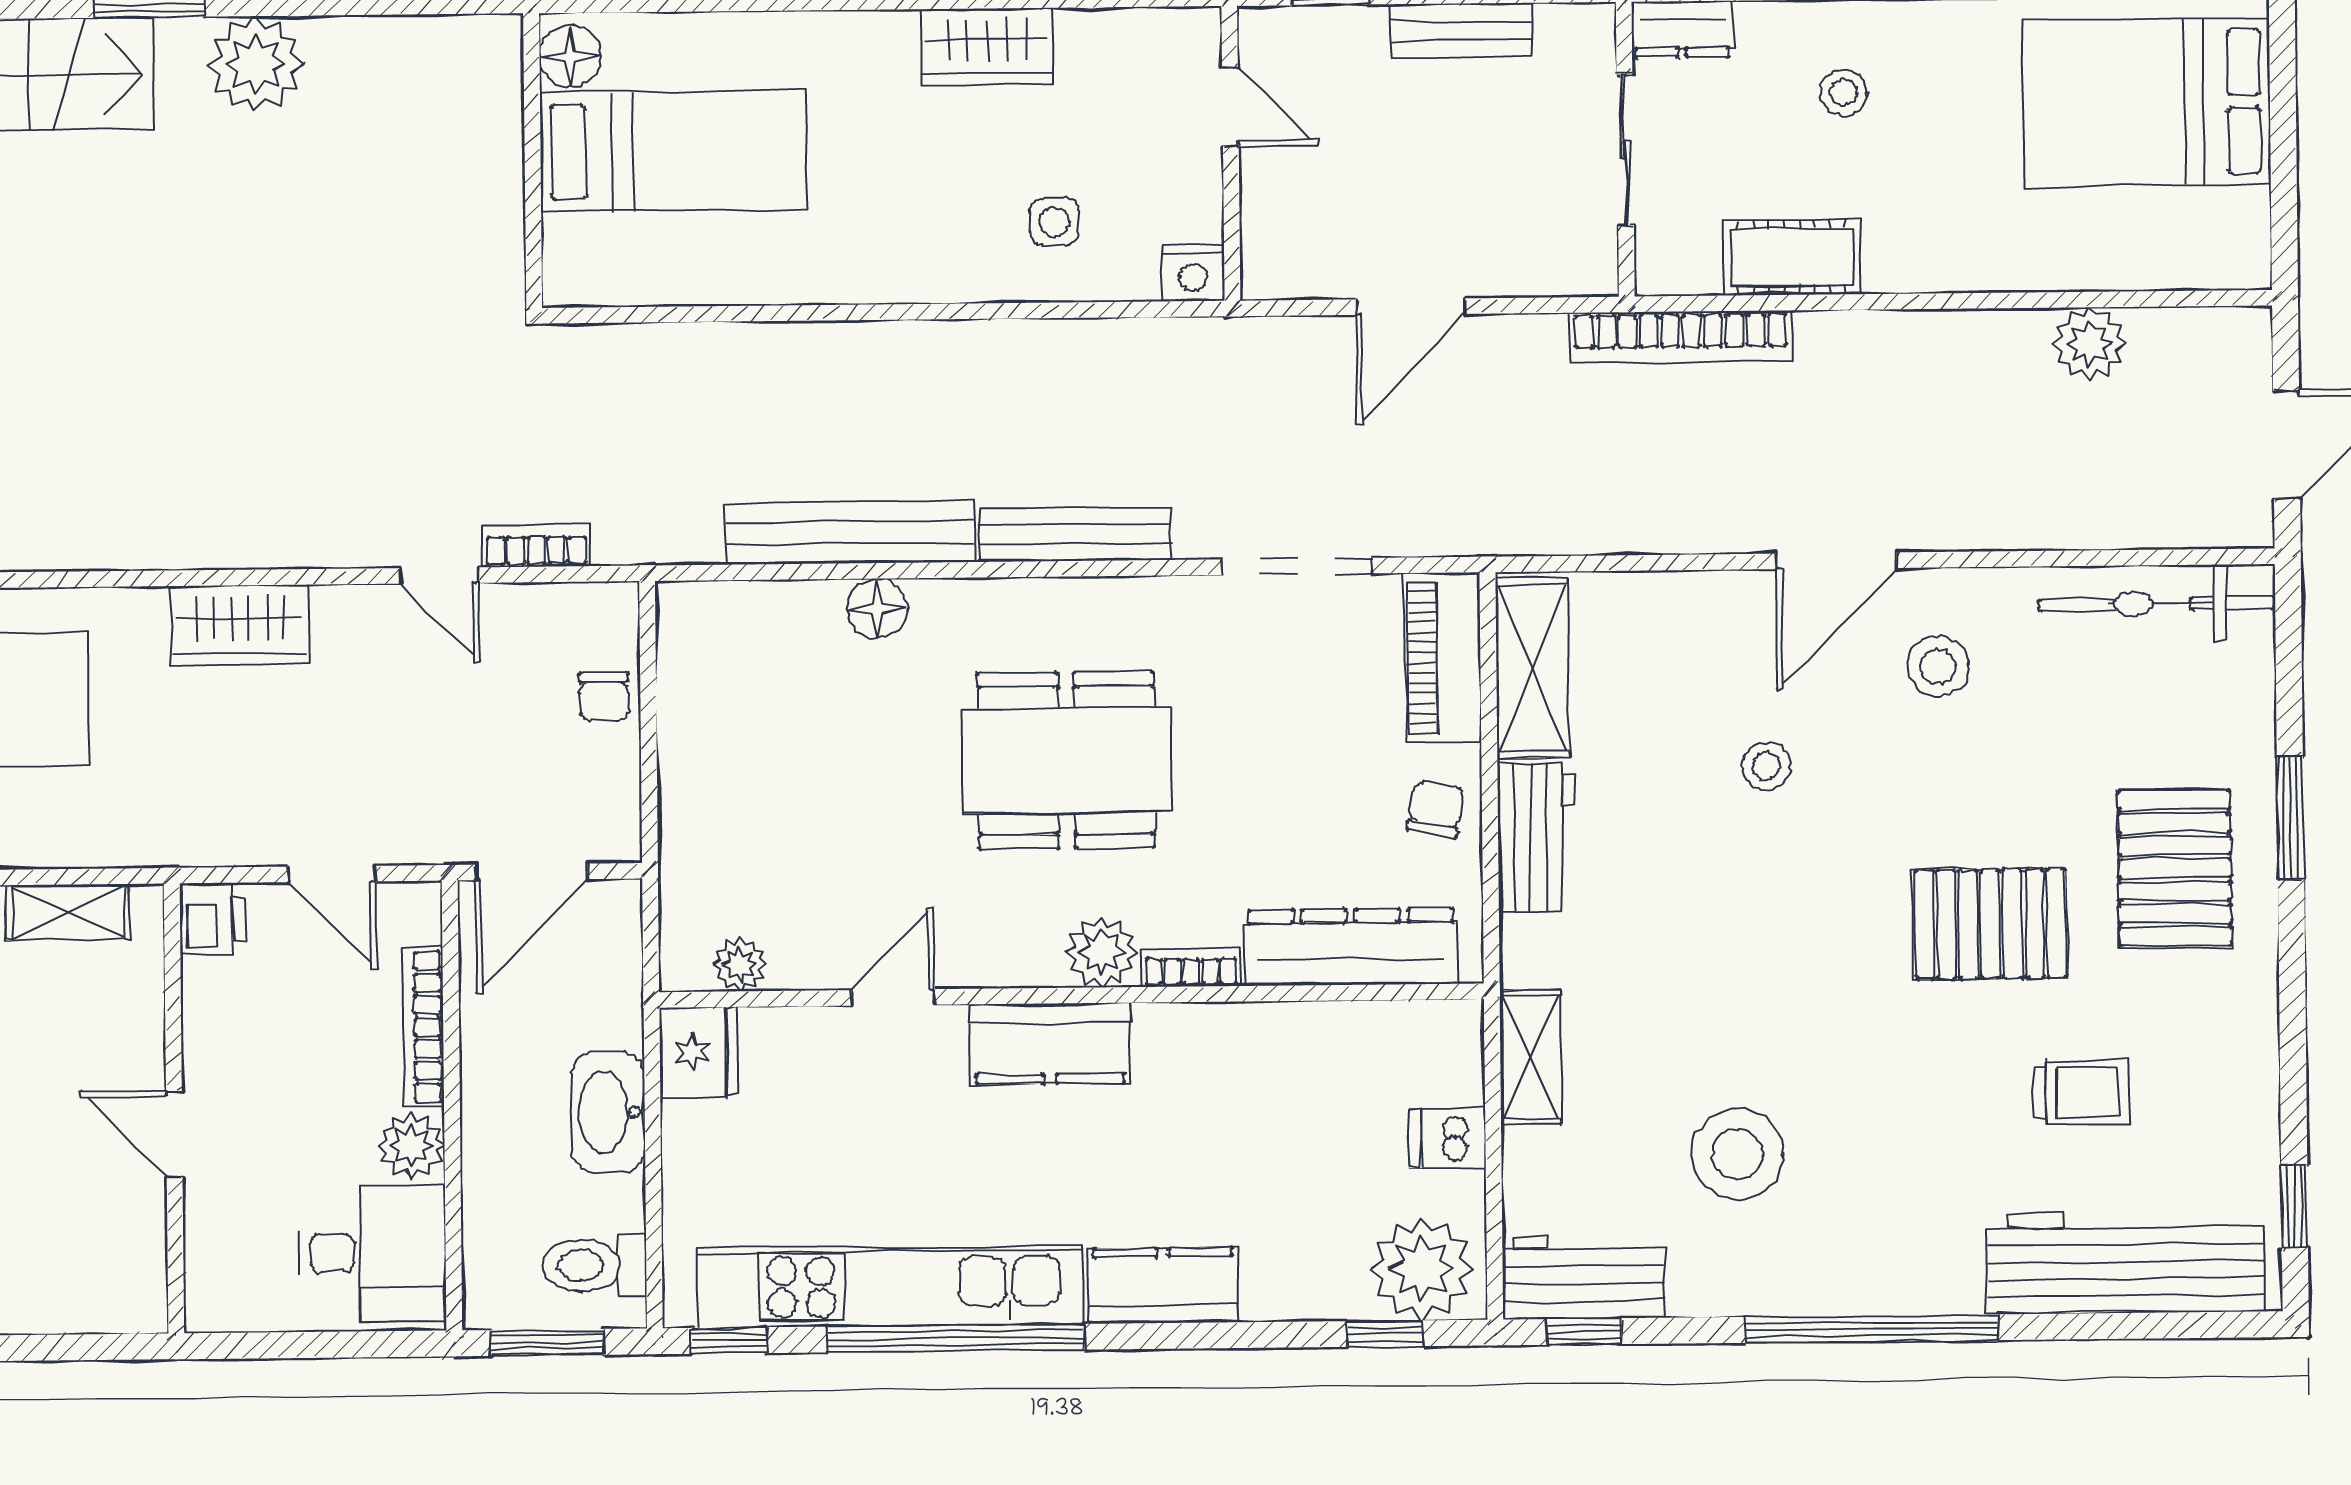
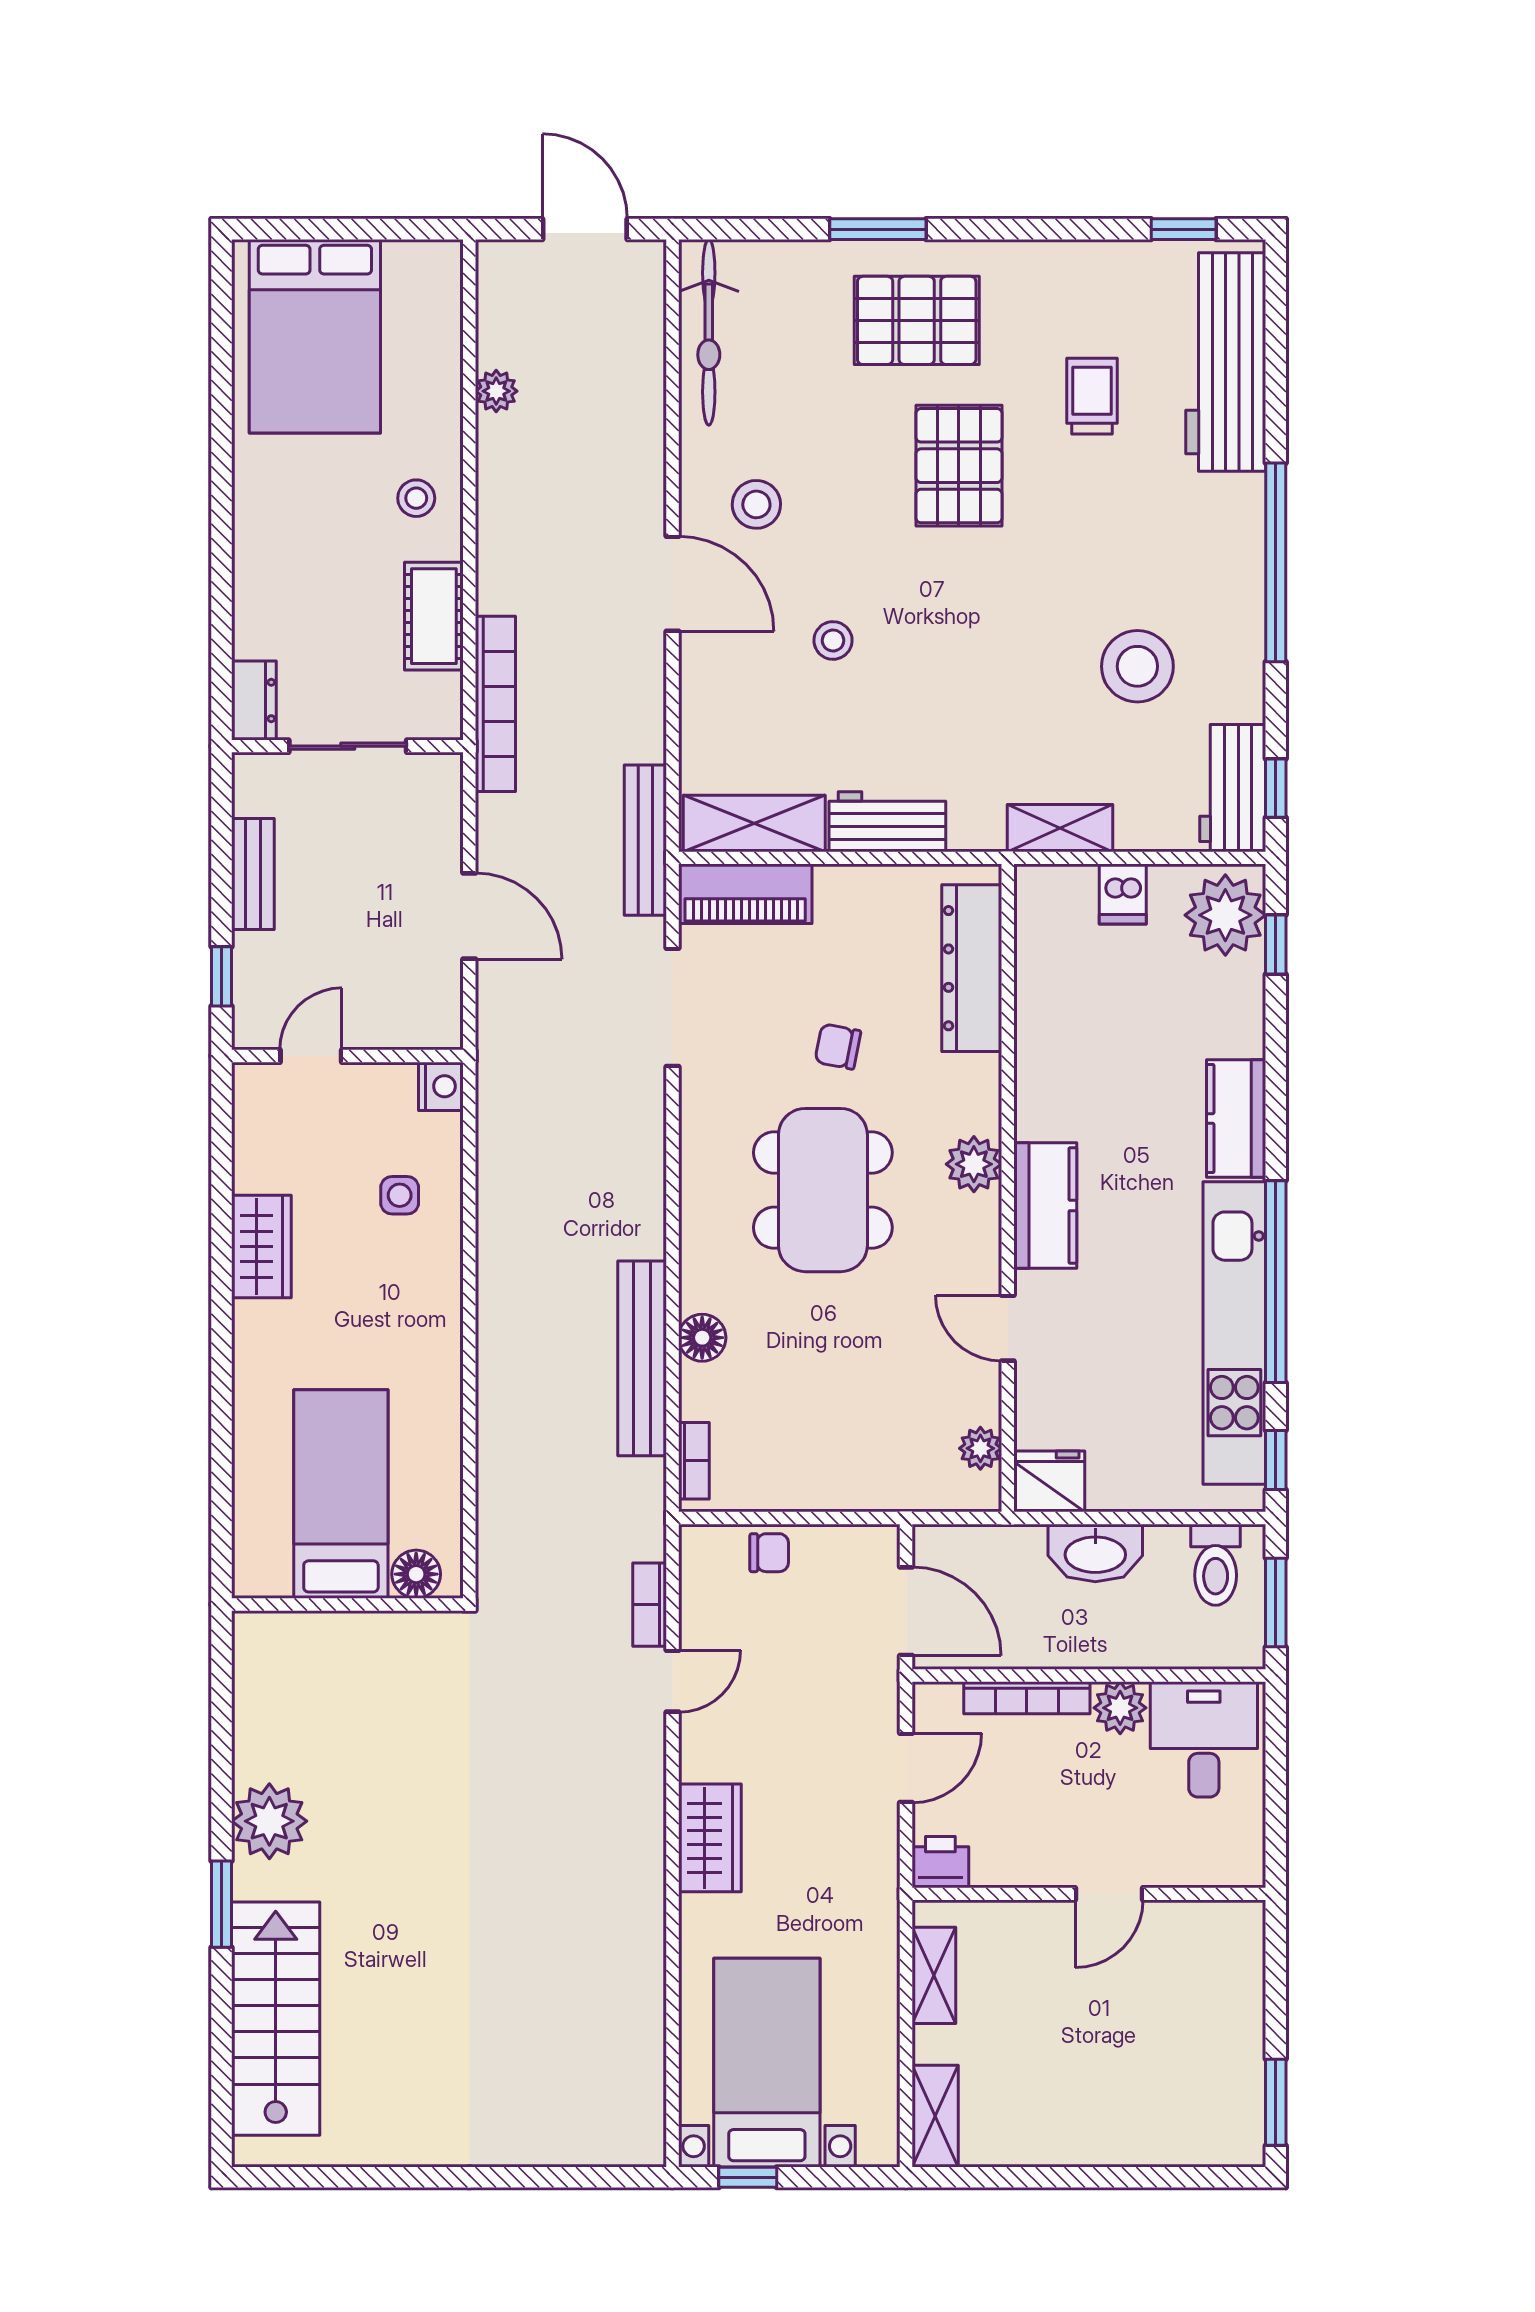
floor lamp: (570, 56) -> (416, 1574), moved
stool: (1844, 93) -> (416, 498), moved
plant: (2089, 344) -> (496, 391), width x0.73, depth x0.73
bench: (1075, 534) -> (645, 840), moved
chair: (1436, 809) -> (838, 1046), moved
bookcase: (1191, 967) -> (694, 1461), moved, turned 180

